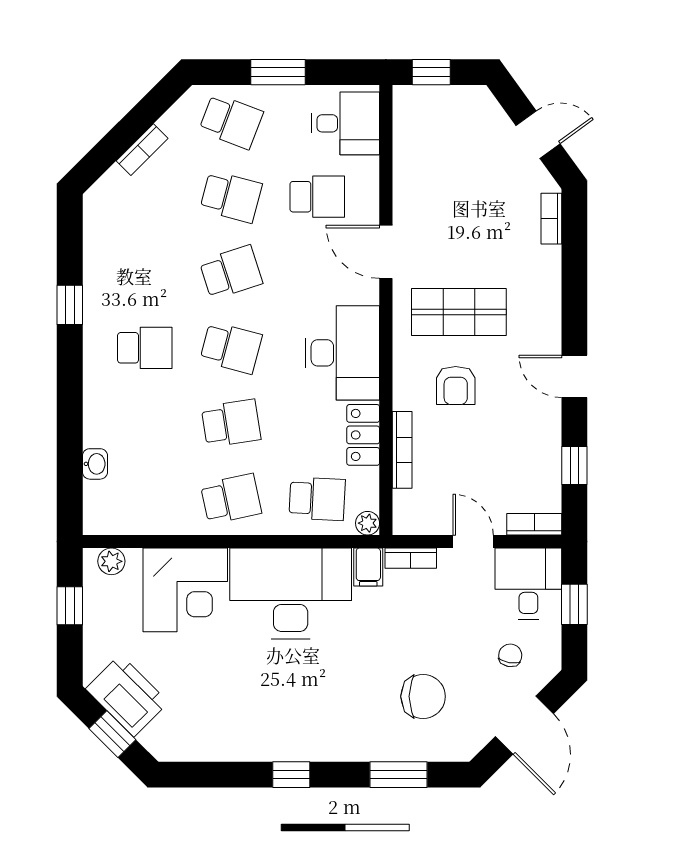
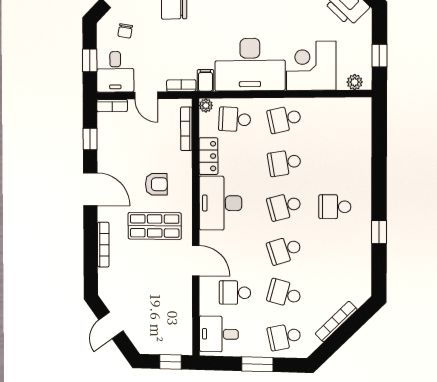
school desk: (231, 121) -> (284, 337), turned -33
door: (538, 135) -> (111, 325), hinge flipped
bookcase: (142, 150) -> (336, 322), width x1.56
bookcase: (551, 219) -> (103, 245), moved, width x1.56
school desk: (231, 348) -> (284, 206), turned -30
door: (574, 376) -> (90, 189), width x1.38
armchair: (456, 385) -> (156, 184), turned 90
bookcase: (402, 450) -> (186, 129), moved
washbasin: (95, 464) -> (364, 139), removed

